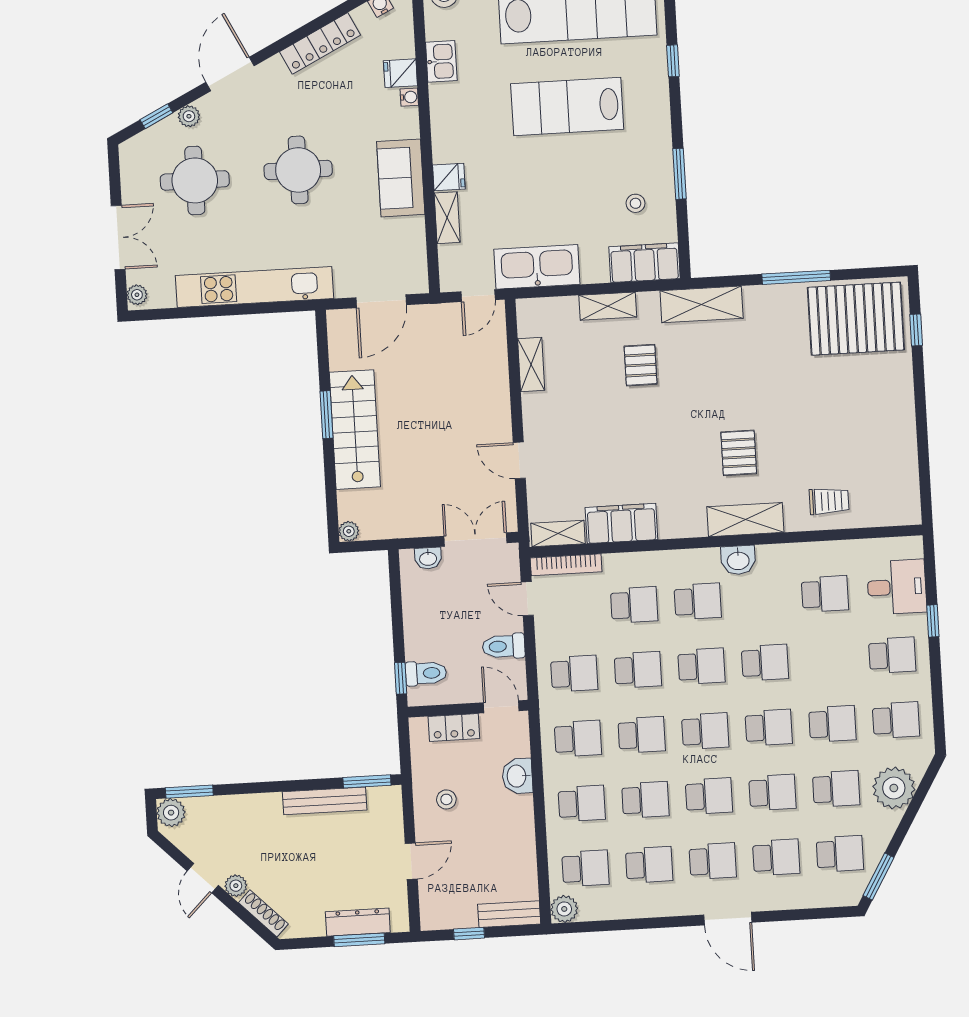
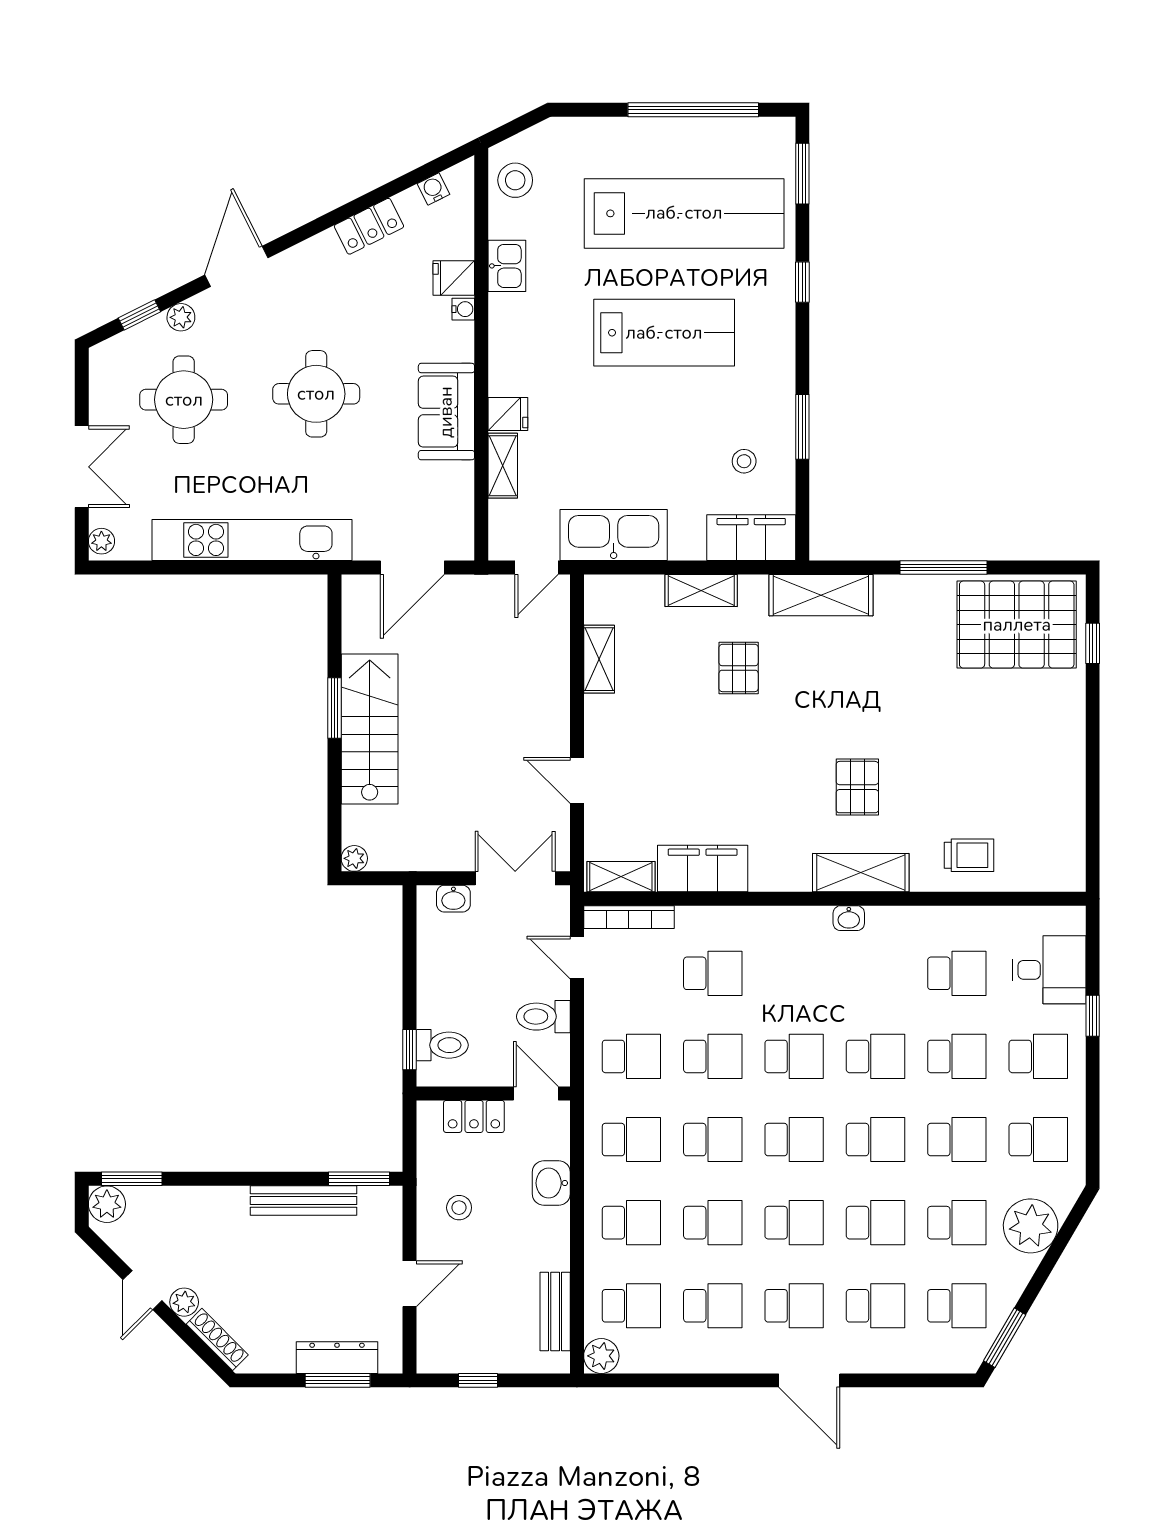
locker: (320, 43) -> (369, 226), width x0.66
lab bench: (567, 106) -> (664, 333), turned 180
washbasin: (738, 560) -> (849, 918), width x0.72, depth x0.69
school desk: (698, 601) -> (957, 1056), moved
bench: (509, 914) -> (555, 1311), moved, turned 90

